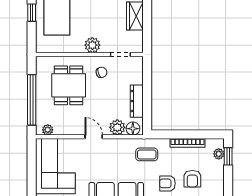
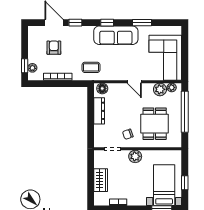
plant: (117, 127) -> (160, 89), moved
armchair: (168, 183) -> (74, 44), removed

